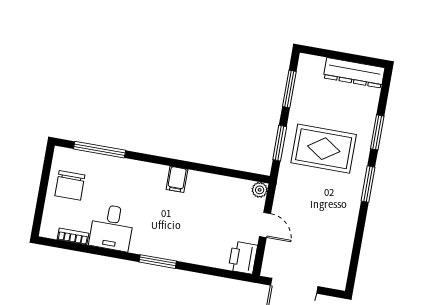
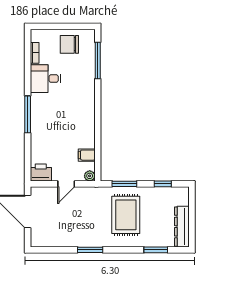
window: (289, 89) -> (163, 184), width x0.67
window: (377, 132) -> (156, 250), moved
filing cabinet: (177, 179) -> (87, 155), moved
window: (368, 184) -> (90, 250), moved
window: (158, 262) -> (28, 114), width x1.44

